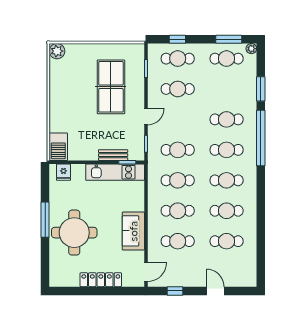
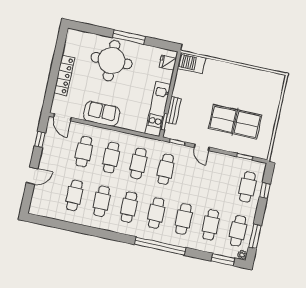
plant: (57, 51) -> (277, 80), removed
cafe table: (178, 89) -> (211, 225), moved
window: (261, 89) -> (223, 260), moved

